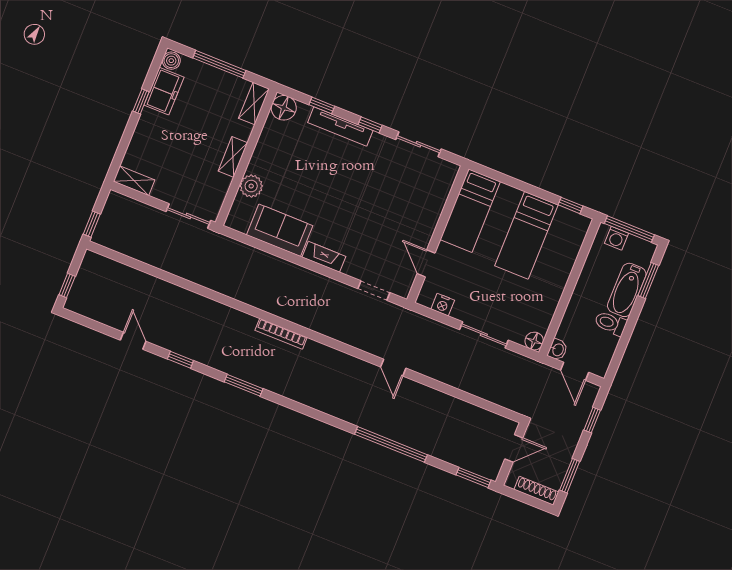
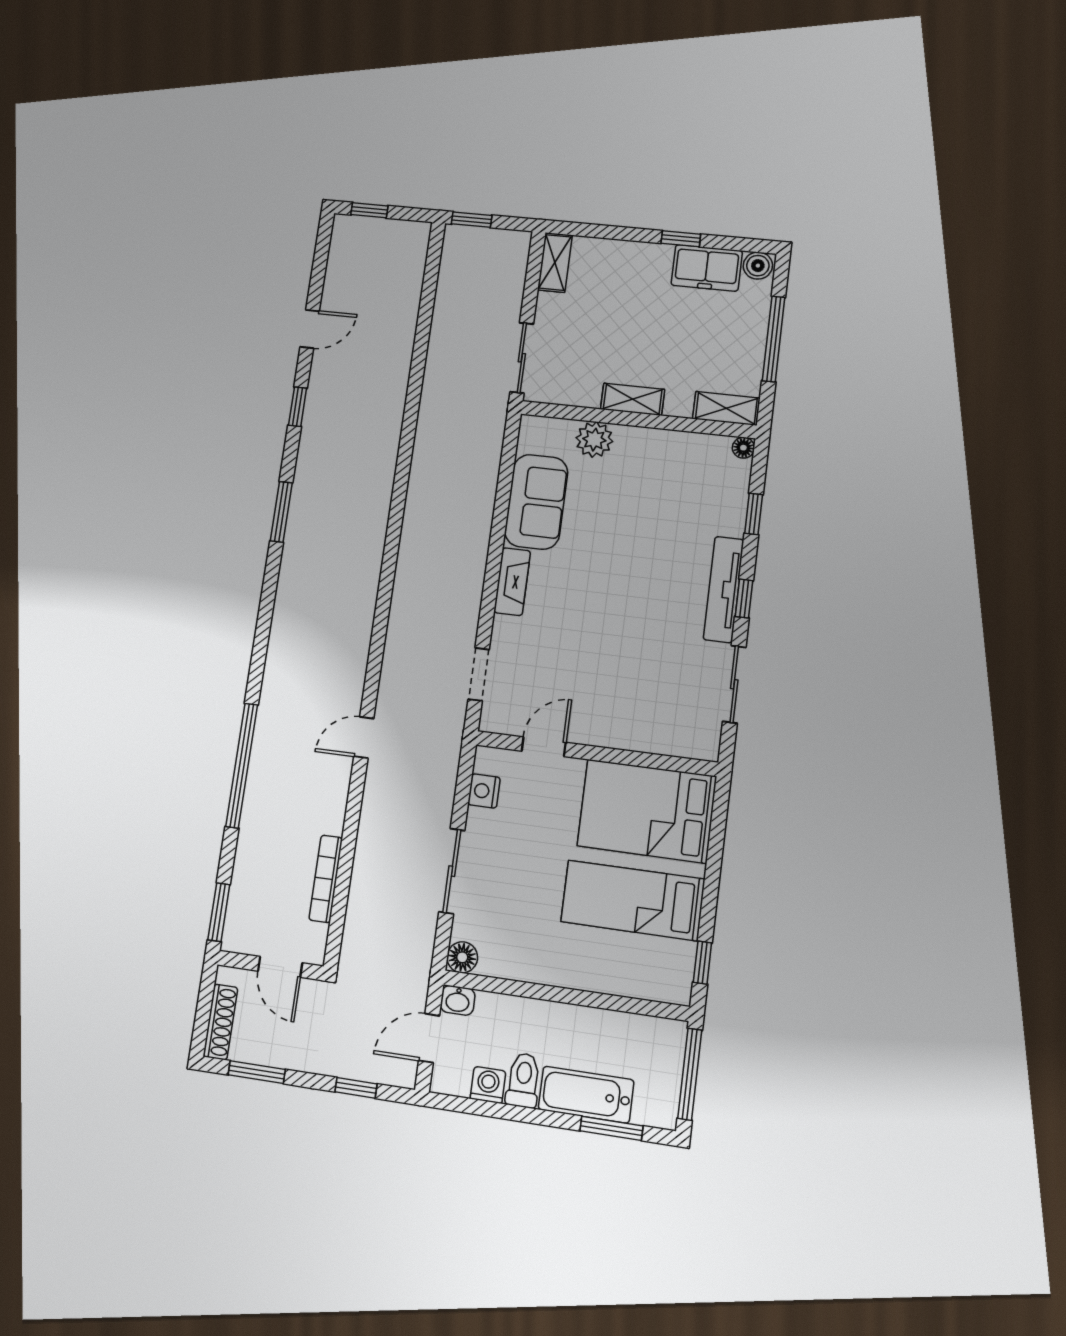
floor lamp: (284, 108) -> (743, 448), width x0.53, depth x0.53
tv unit: (340, 126) -> (724, 589), moved
bed: (470, 211) -> (647, 811), width x1.50
washing machine: (616, 238) -> (488, 1085), moved, turned 90
bookcase: (281, 334) -> (326, 879), moved

